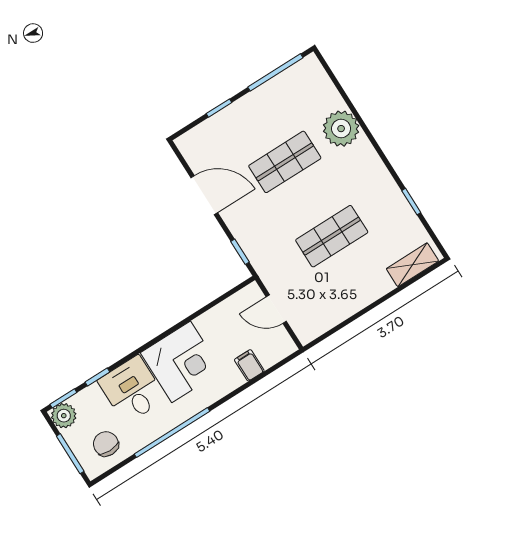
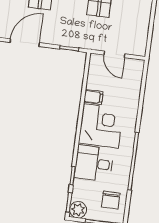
door: (276, 309) -> (114, 54), hinge flipped
filing cabinet: (249, 365) -> (93, 97), moved, turned 180
chair: (106, 444) -> (111, 200), turned -90

